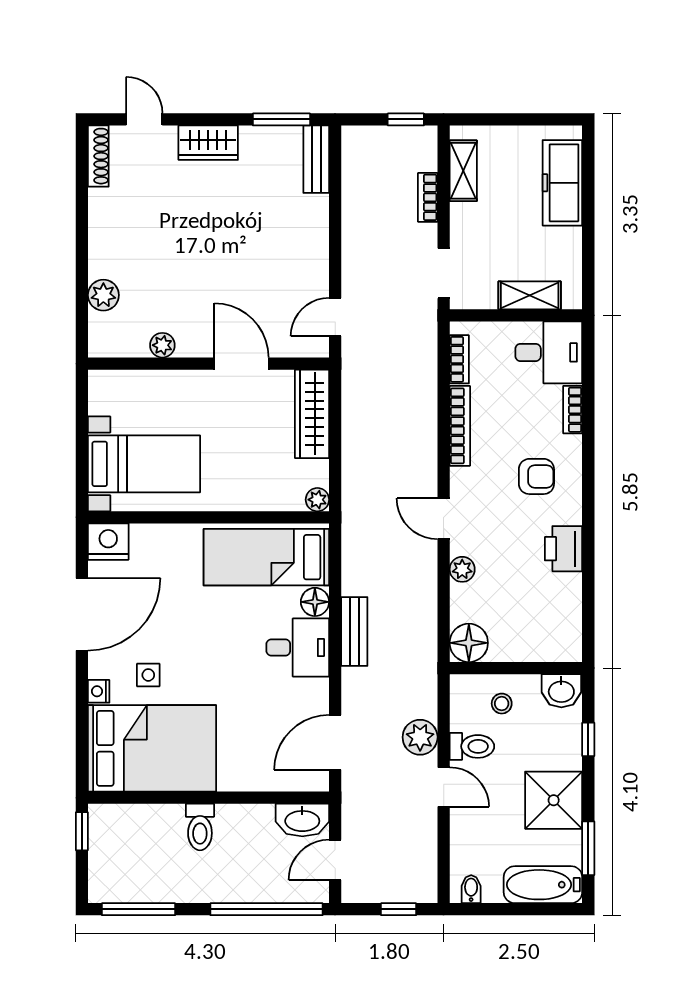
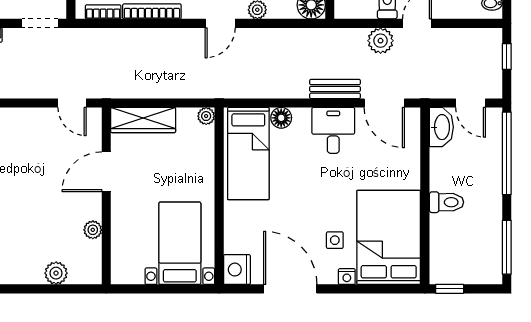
bench: (354, 632) -> (335, 89), moved
desk: (298, 647) -> (333, 130), moved

